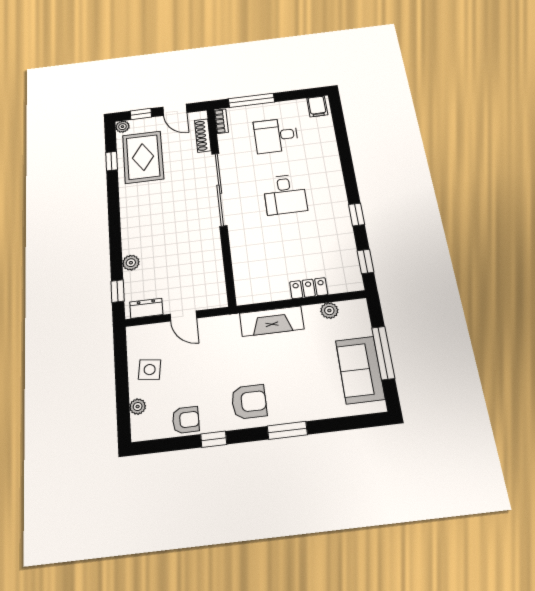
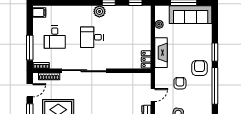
desk: (285, 194) -> (92, 37), turned 180
plant: (336, 201) -> (99, 11), added
locker: (309, 288) -> (146, 59), moved
sofa: (360, 370) -> (191, 15), width x1.36
armchair: (186, 420) -> (180, 83), moved
window: (214, 439) -> (215, 86), width x3.17

